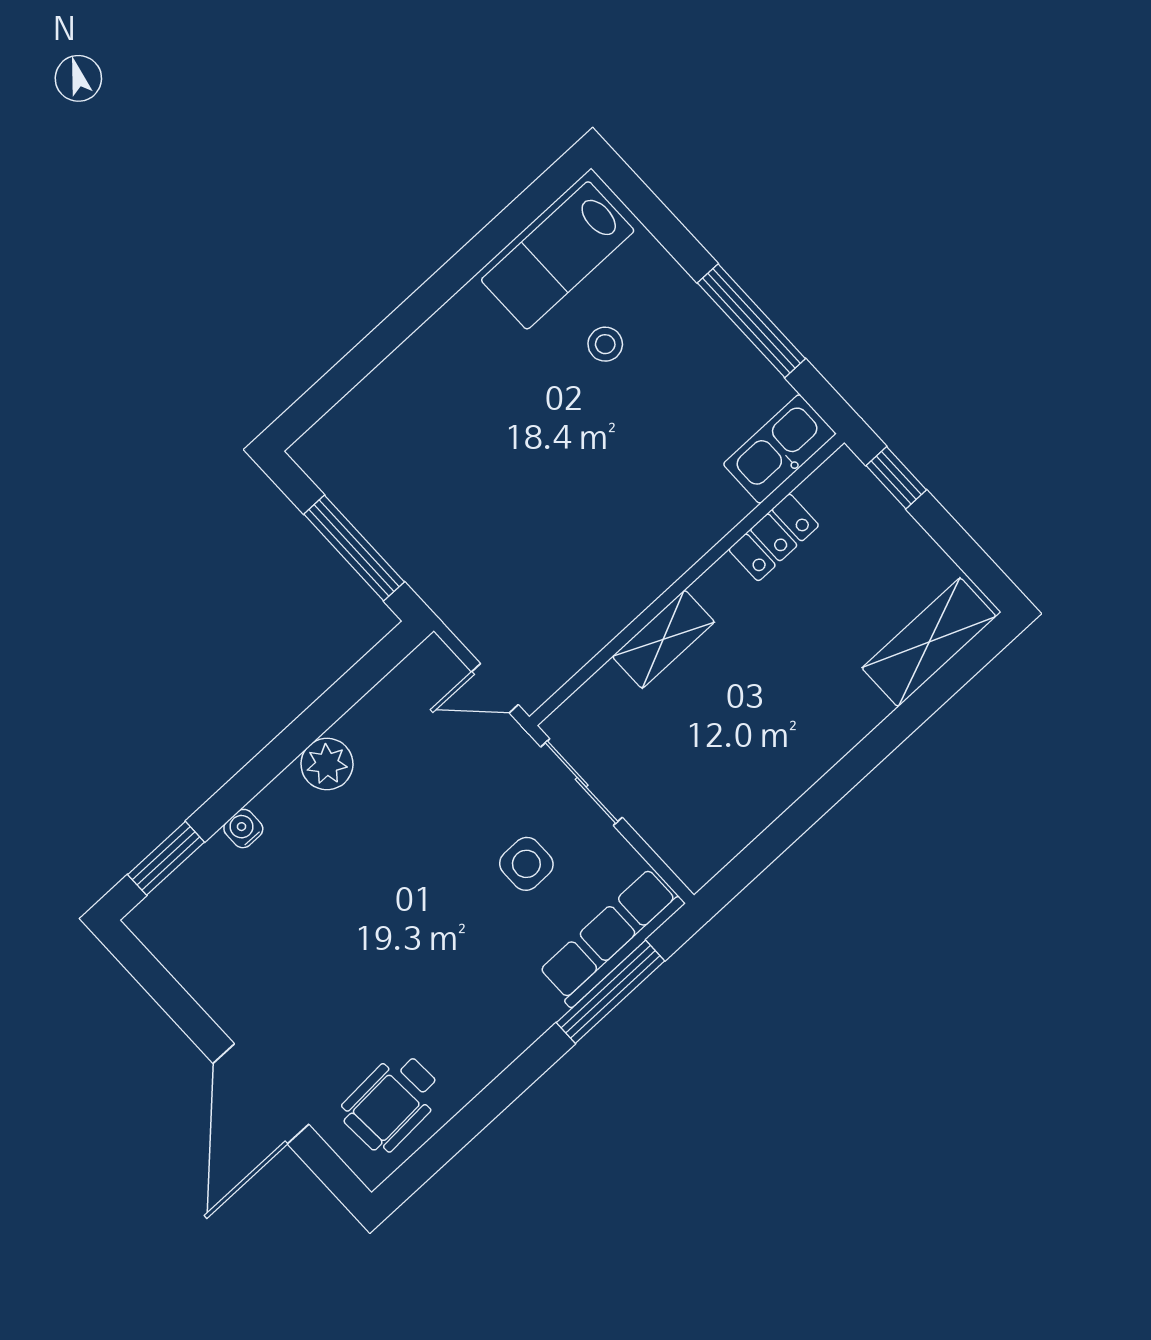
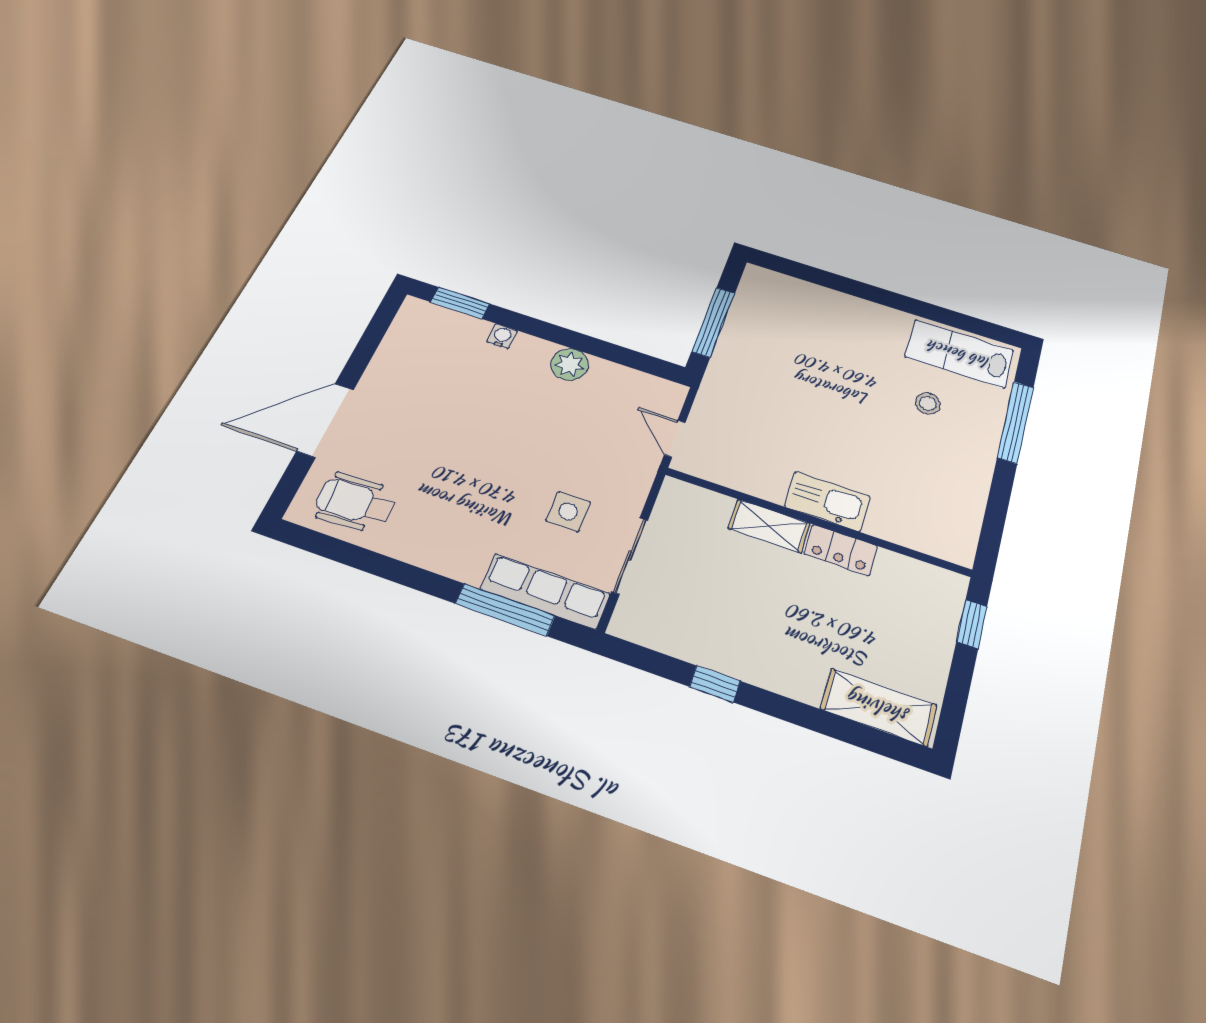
window: (751, 321) -> (1016, 422), moved
kitchen sink: (780, 449) -> (827, 501), moved
locker: (774, 537) -> (841, 550), moved
sliding door: (582, 782) -> (630, 556), moved
window: (812, 806) -> (715, 684), added

